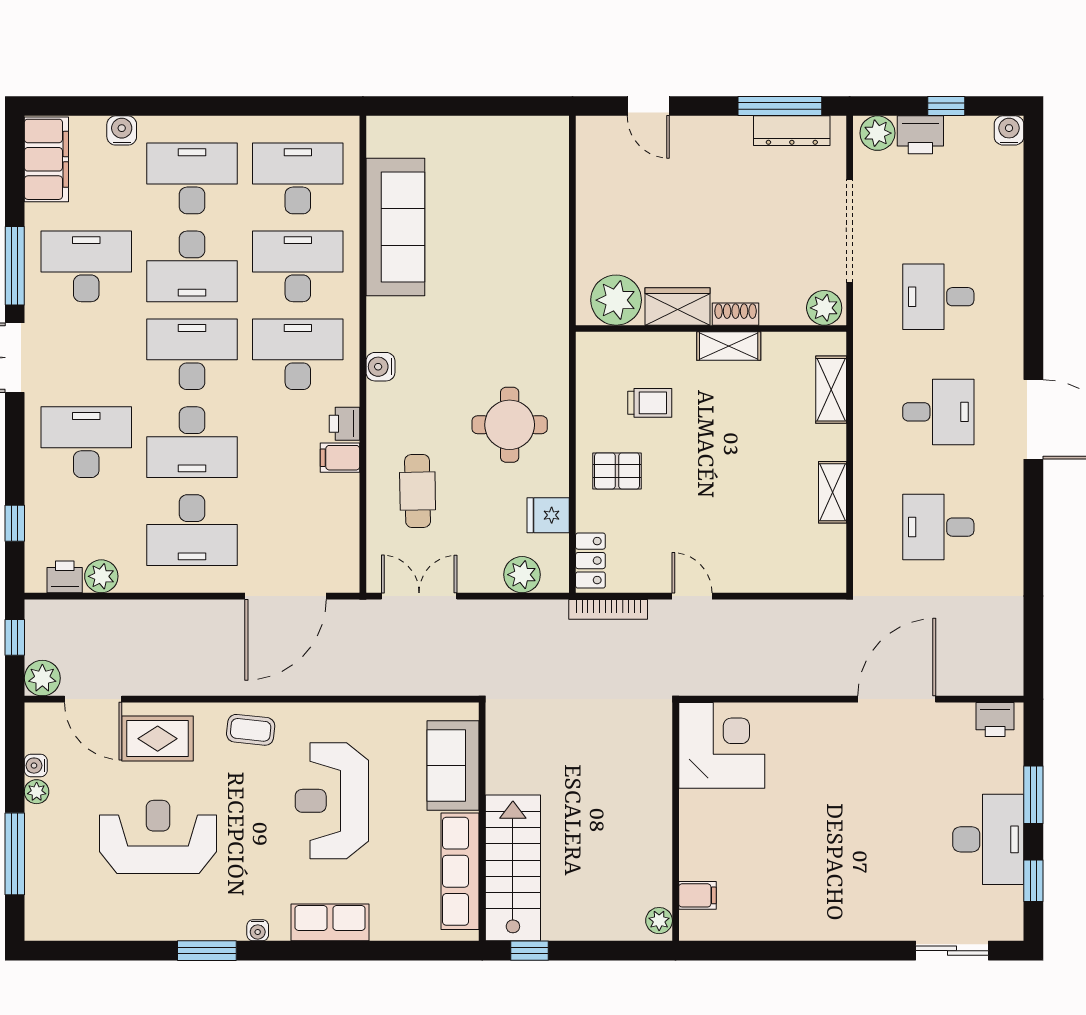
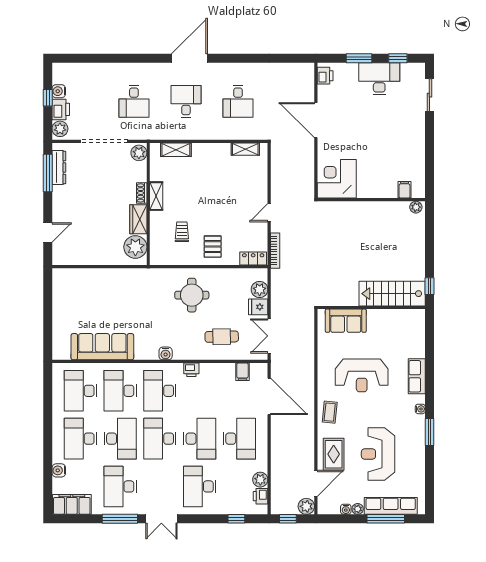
water cooler: (1009, 130) -> (59, 91), moved
filing cabinet: (340, 458) -> (242, 372), moved
shelving: (833, 492) -> (245, 149), moved
fridge: (548, 515) -> (258, 307), moved, turned 90
corner desk: (722, 745) -> (337, 179), moved
wall: (676, 822) -> (371, 200), moved
row of seats: (460, 871) -> (391, 506), moved, turned 180
filing cabinet: (697, 895) -> (405, 190), moved
plant: (659, 921) -> (416, 207), moved

